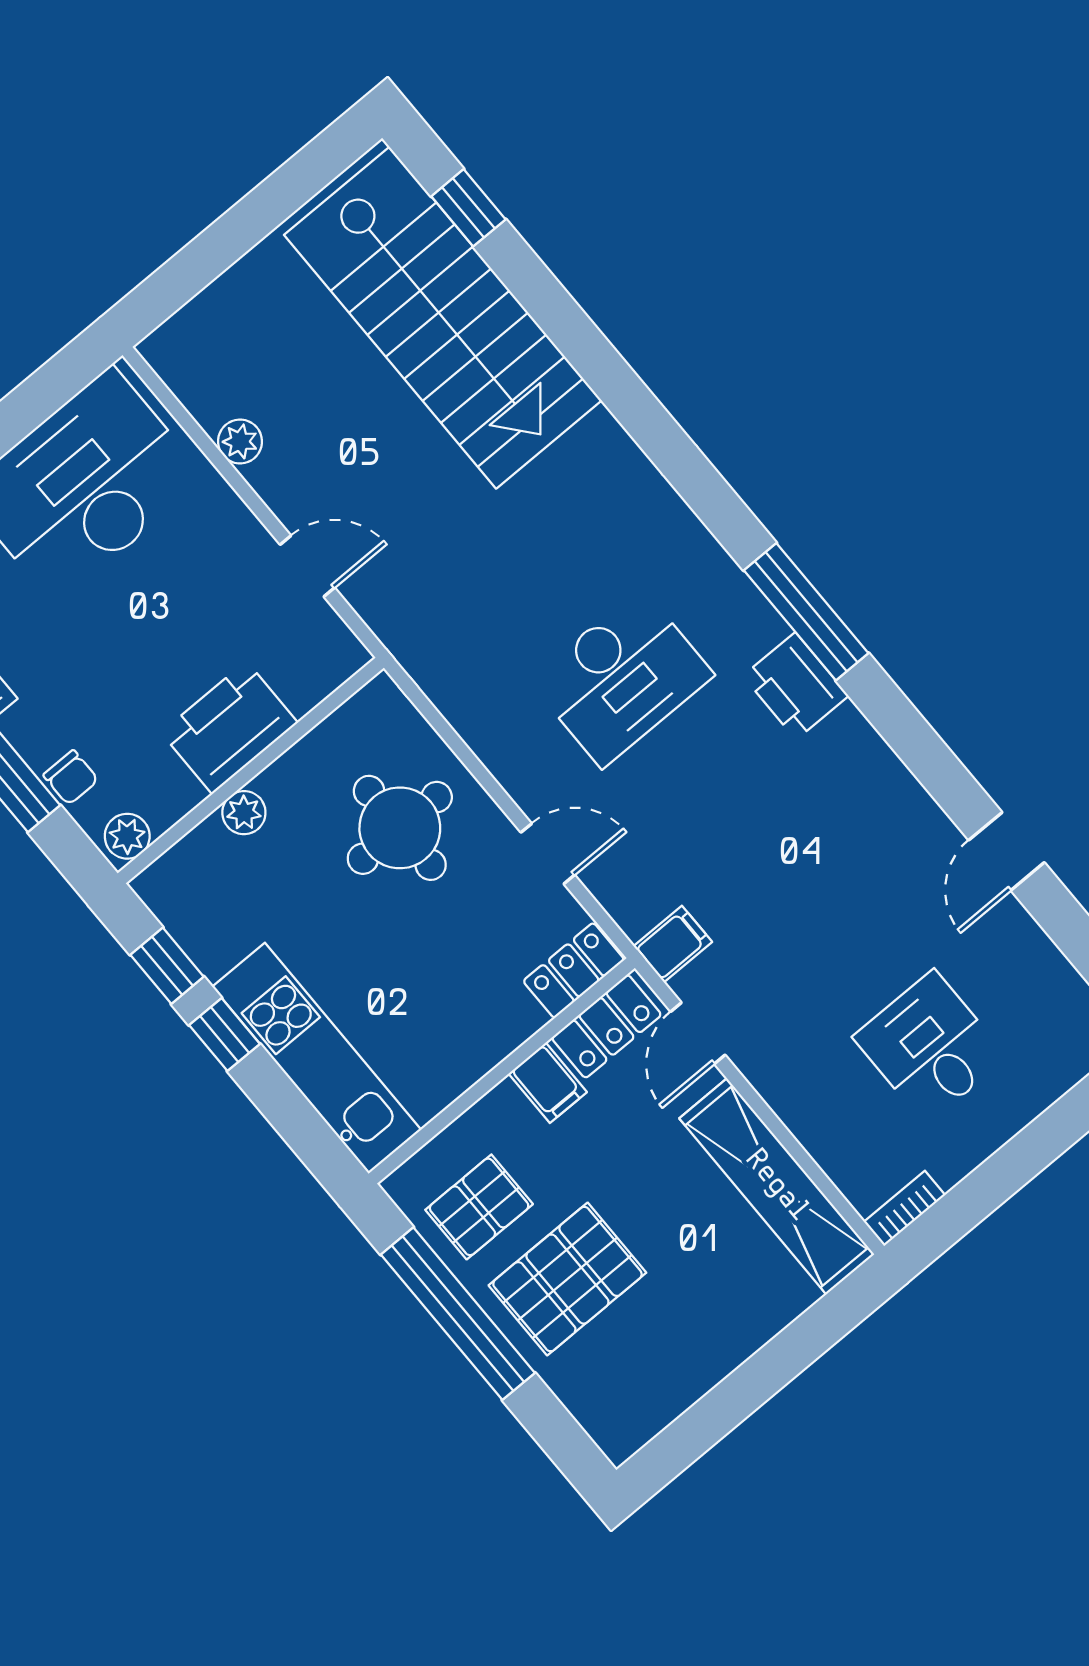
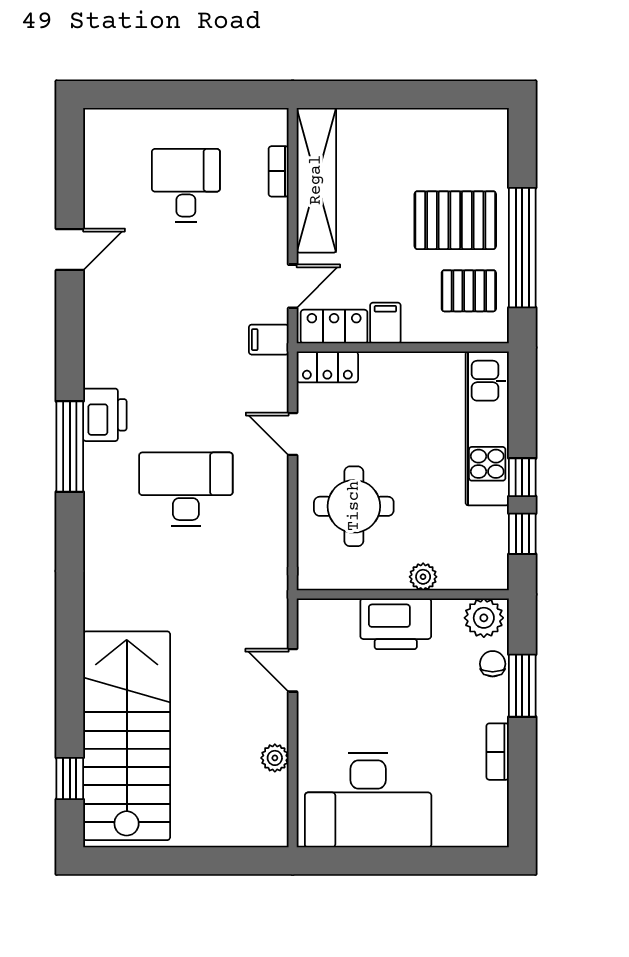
plant: (127, 836) -> (484, 618), width x1.38, depth x1.38
desk: (930, 1047) -> (186, 186), turned 180
bookcase: (905, 1208) -> (279, 171), moved, turned 90

